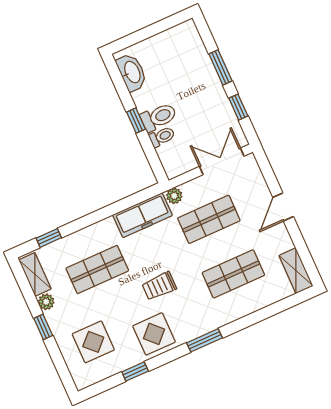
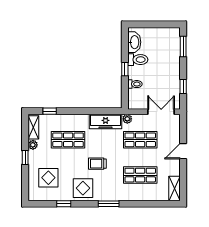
window: (220, 67) -> (183, 46), moved
toilet: (159, 117) -> (138, 60), moved

